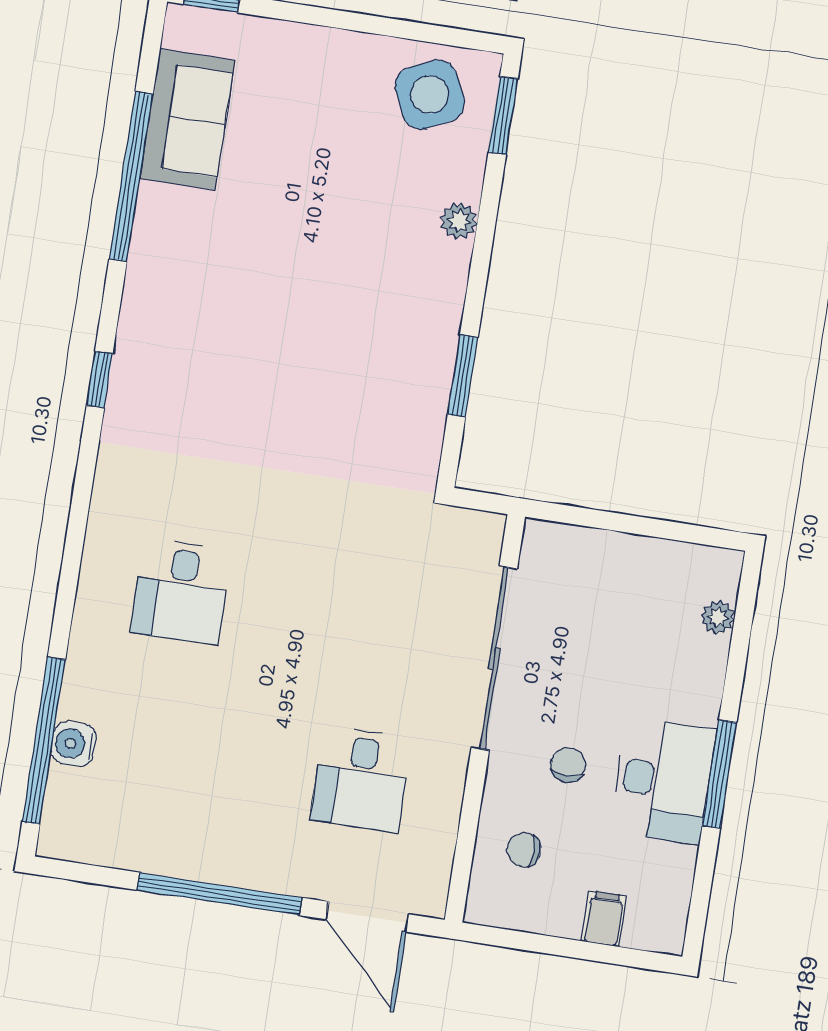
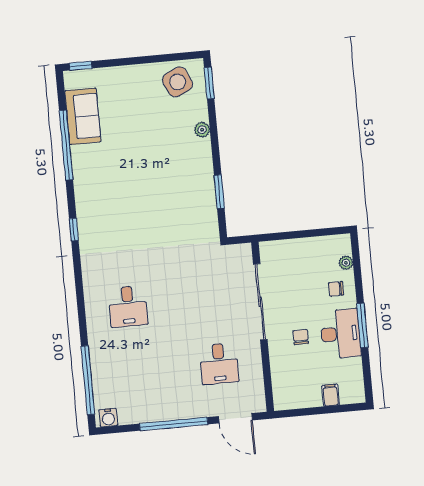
water cooler: (74, 744) -> (108, 418), moved, turned -90
chair: (524, 850) -> (336, 289), moved

